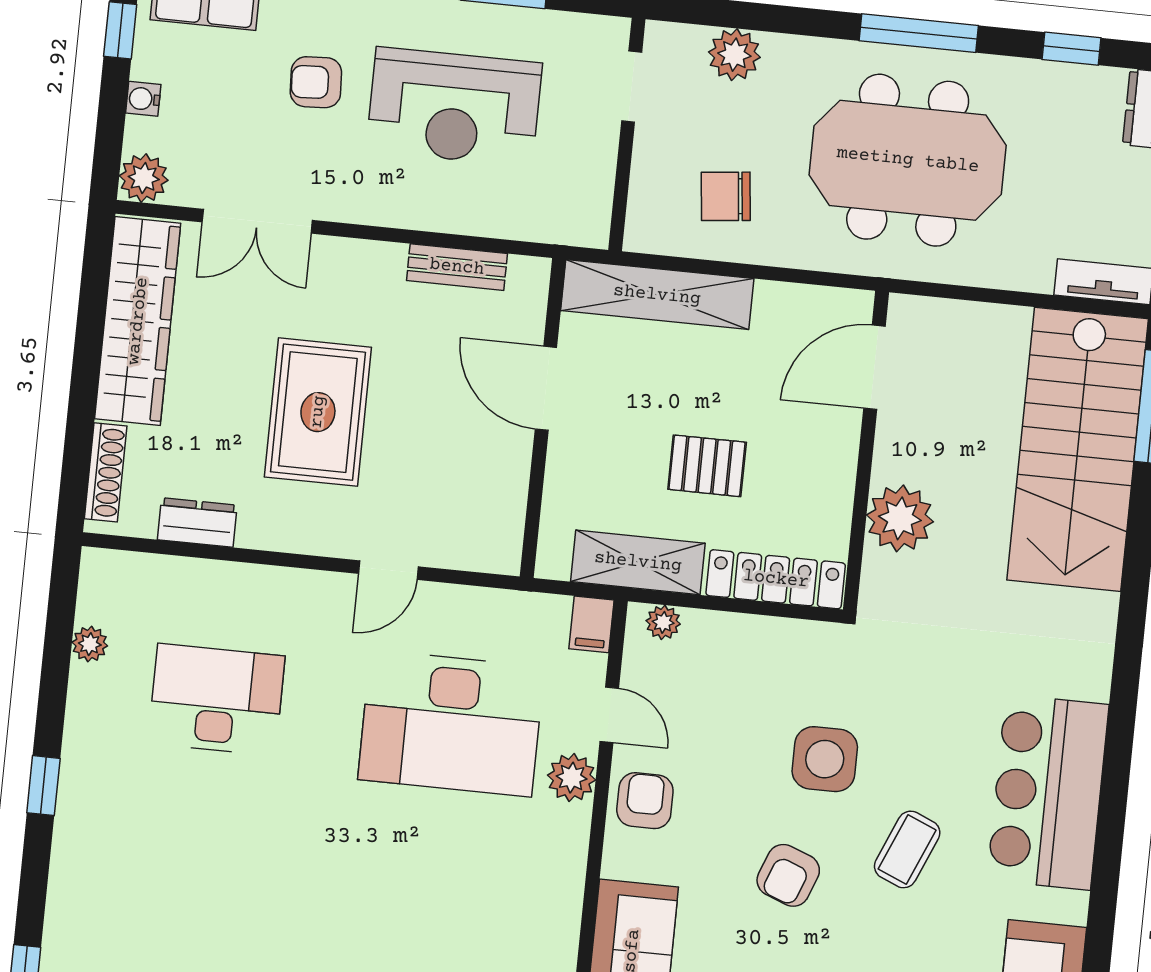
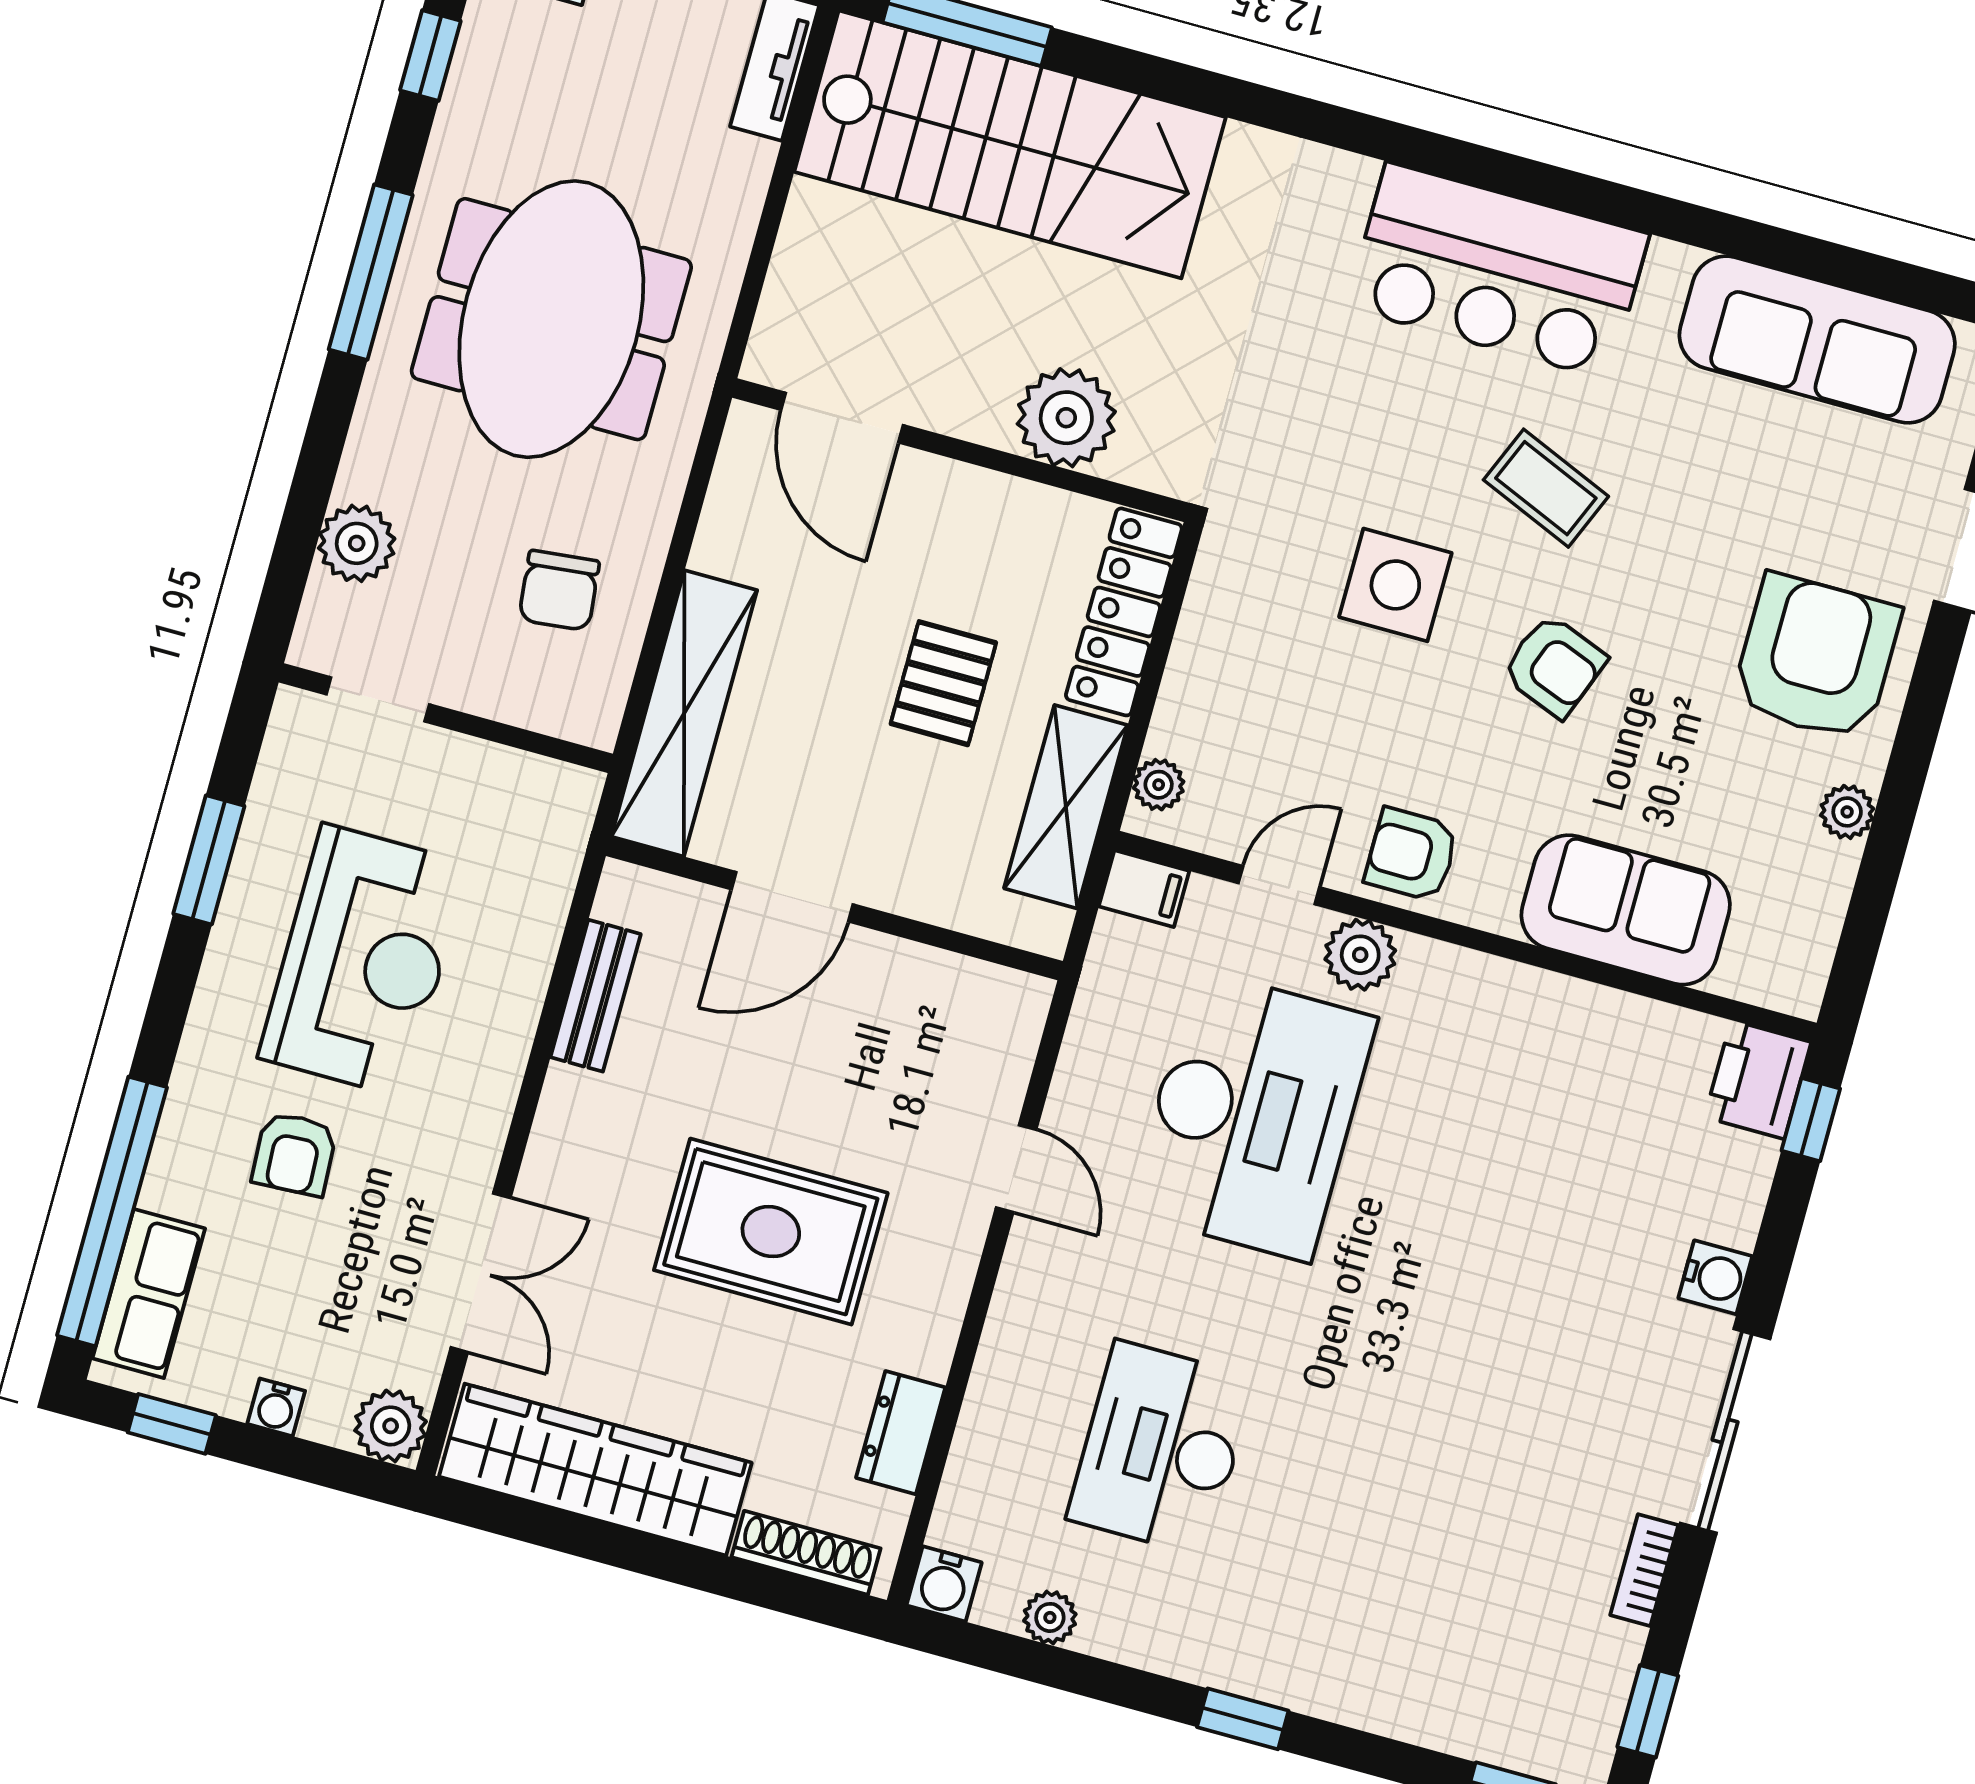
water cooler: (100, 569) -> (944, 1584), added

